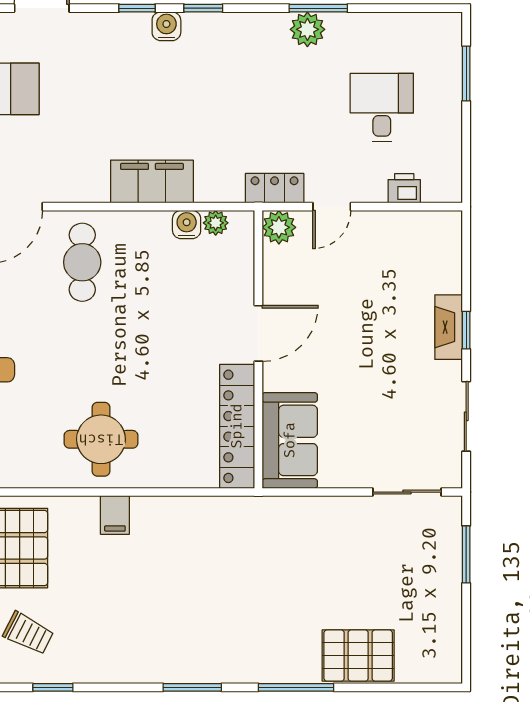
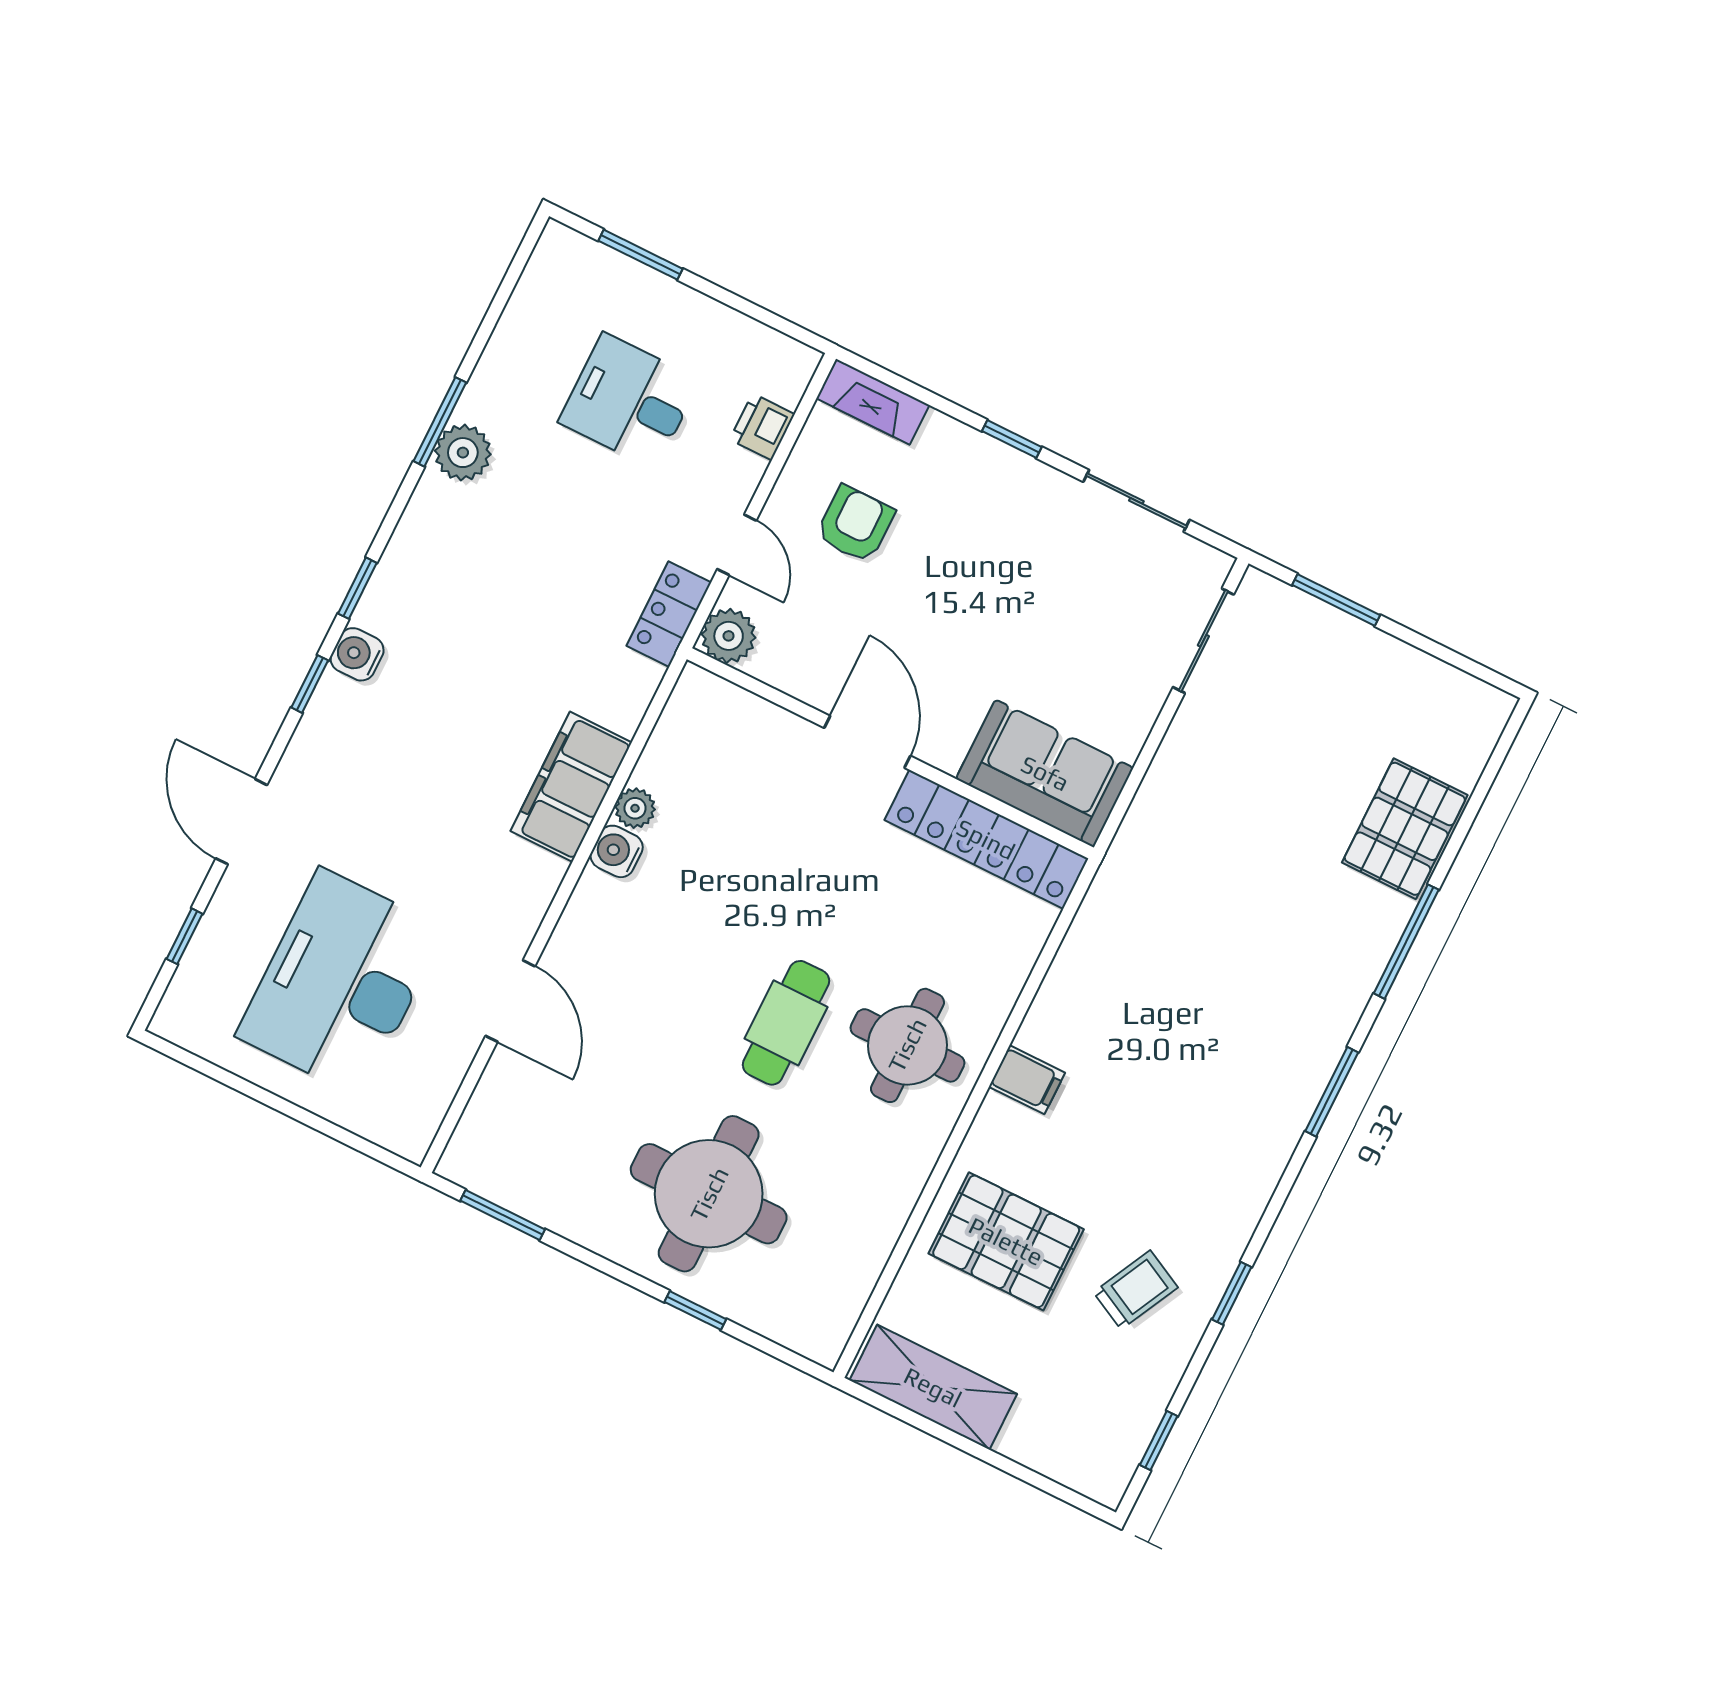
plant: (216, 223) -> (635, 808), moved
water cooler: (187, 225) -> (617, 851), moved
cafe table: (82, 262) -> (786, 1023), moved, turned 90
armchair: (376, 267) -> (855, 524), added
fireplace: (449, 327) -> (873, 402), moved

